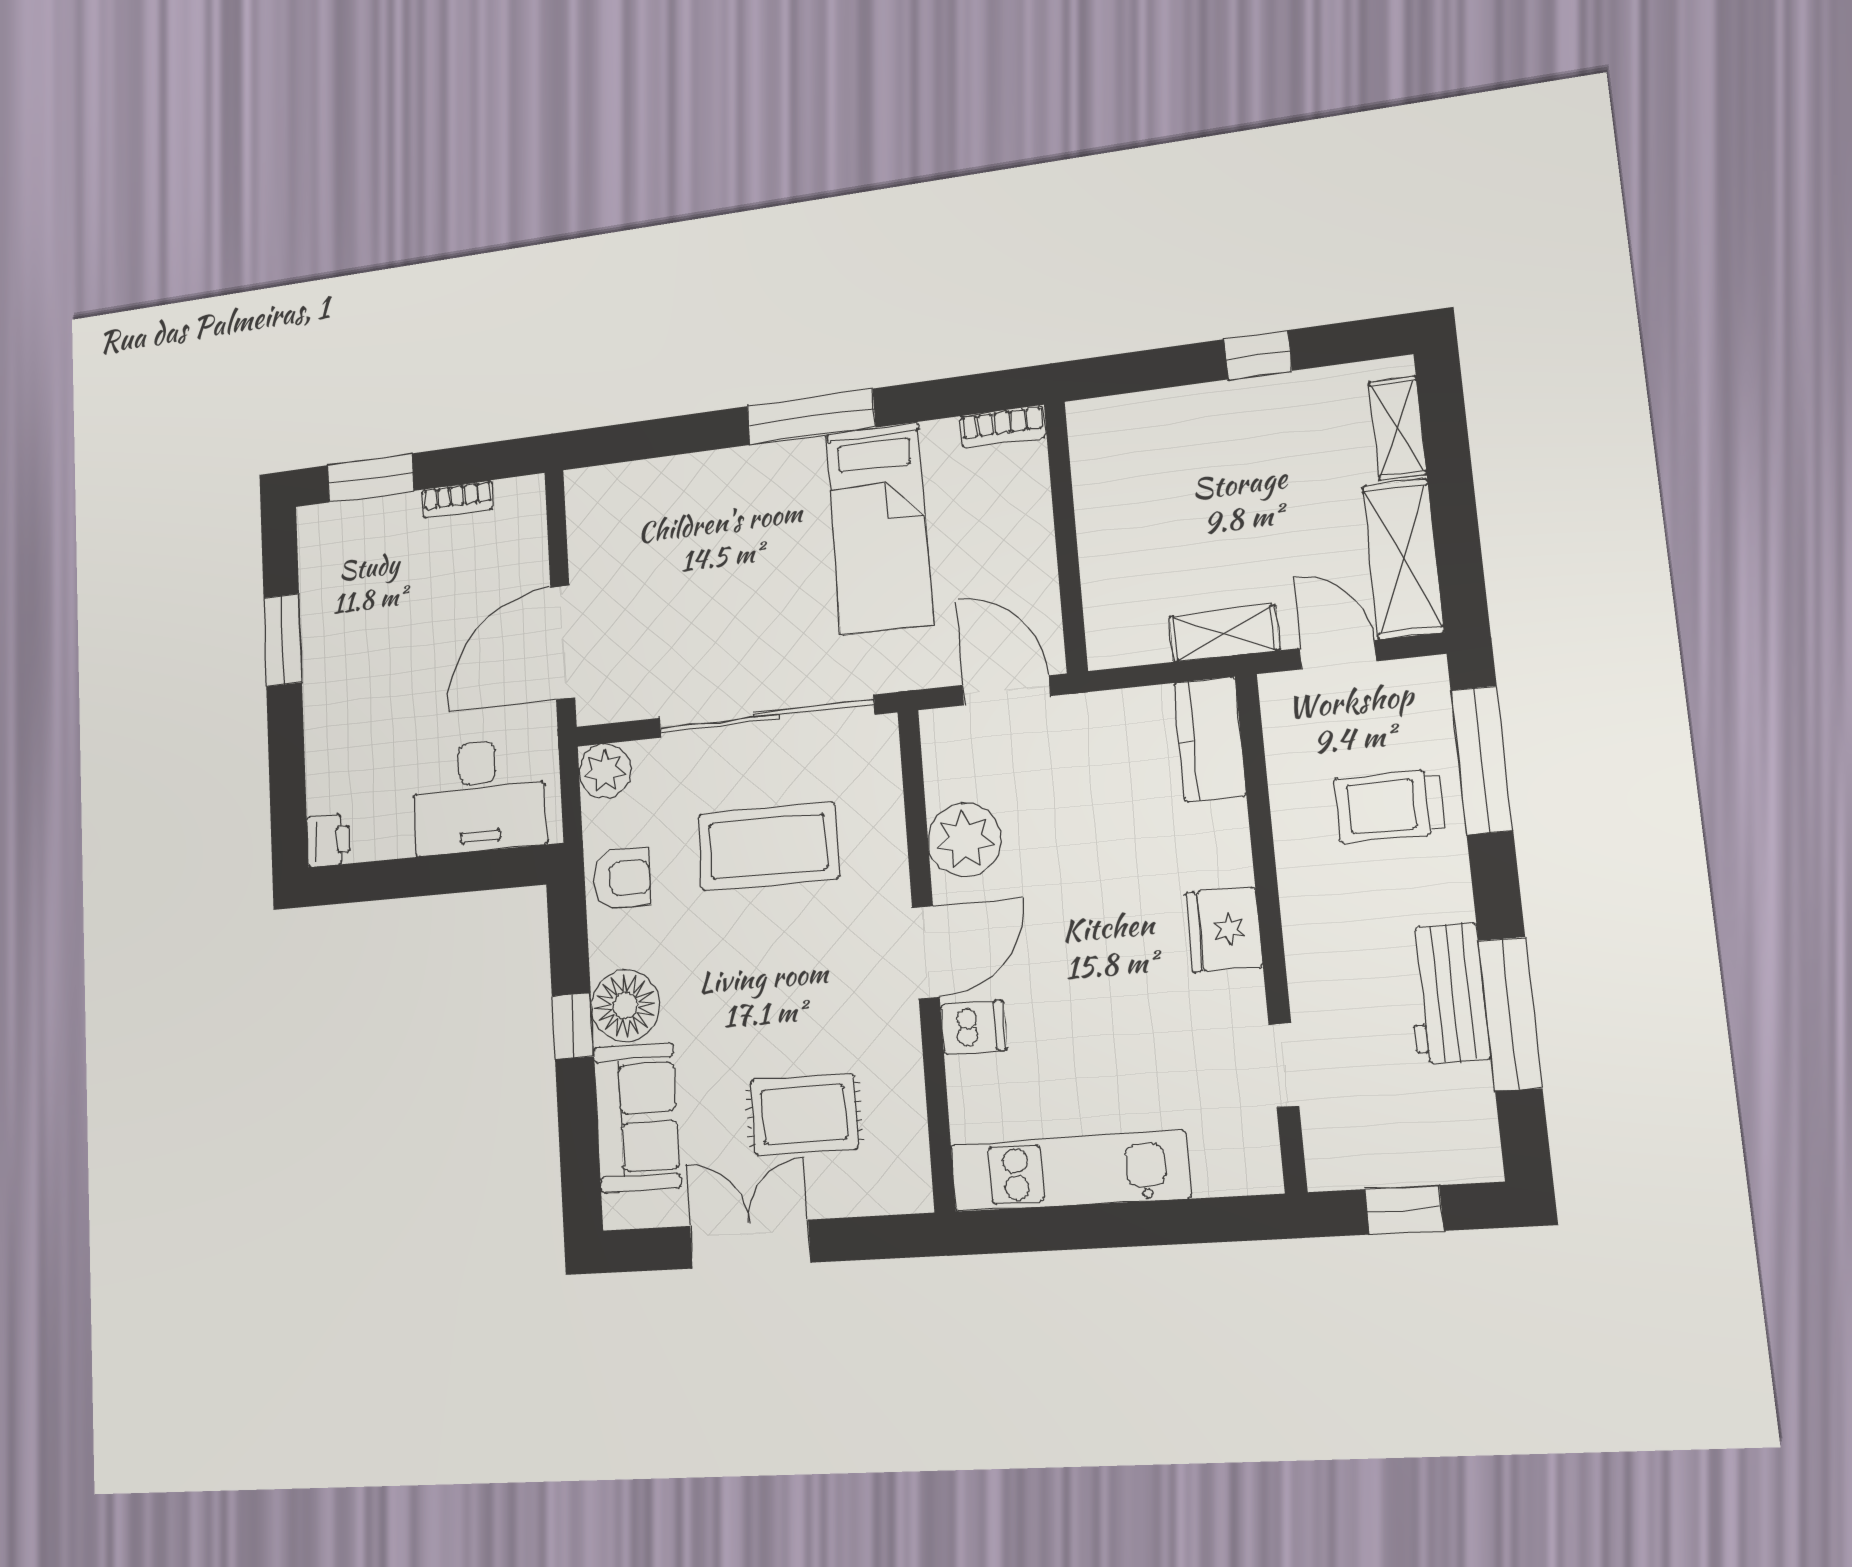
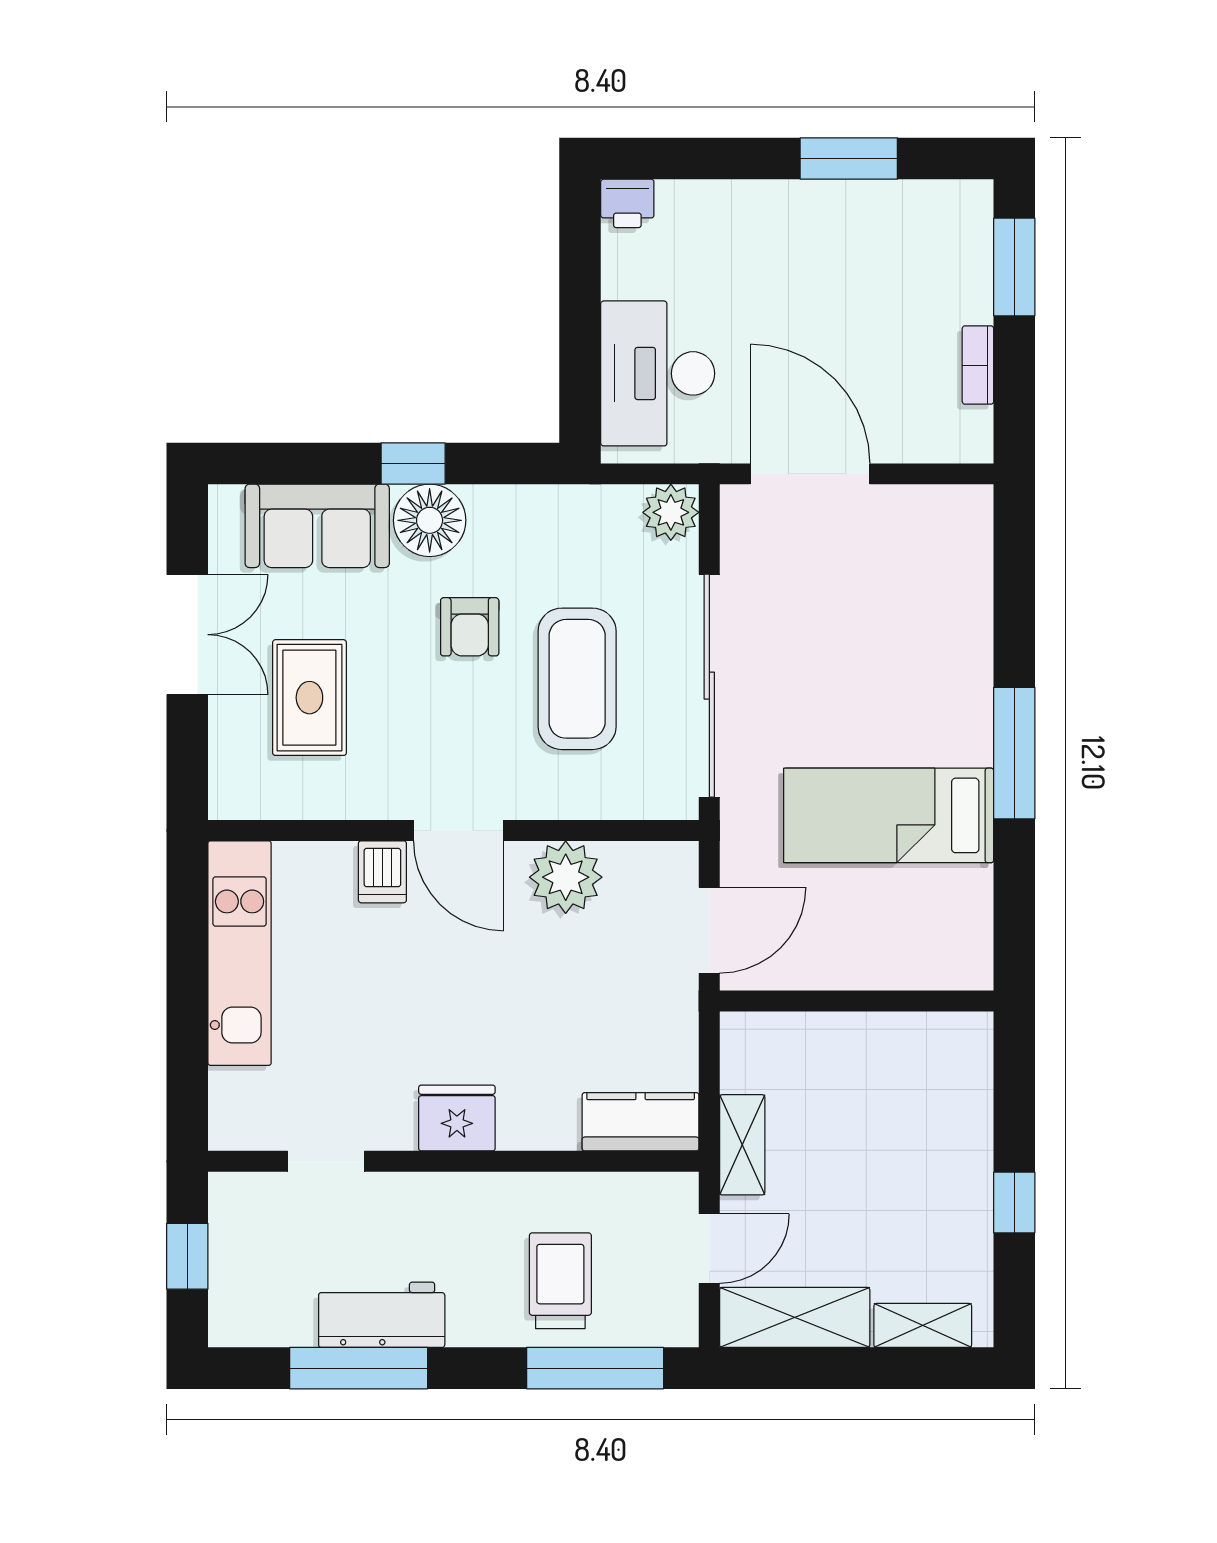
bookcase: (1002, 427) -> (977, 947), removed
armchair: (622, 879) -> (470, 627), moved

